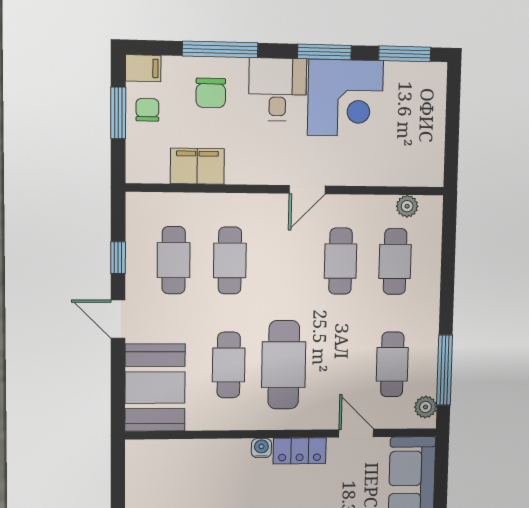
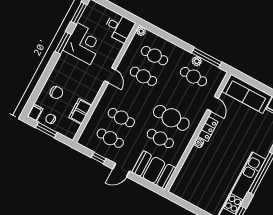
window: (220, 49) -> (43, 81), removed
desk: (277, 90) -> (119, 27), moved, turned 180
plant: (407, 206) -> (141, 31), moved
plant: (425, 407) -> (197, 61), moved
door: (356, 433) -> (213, 104), swing flipped

